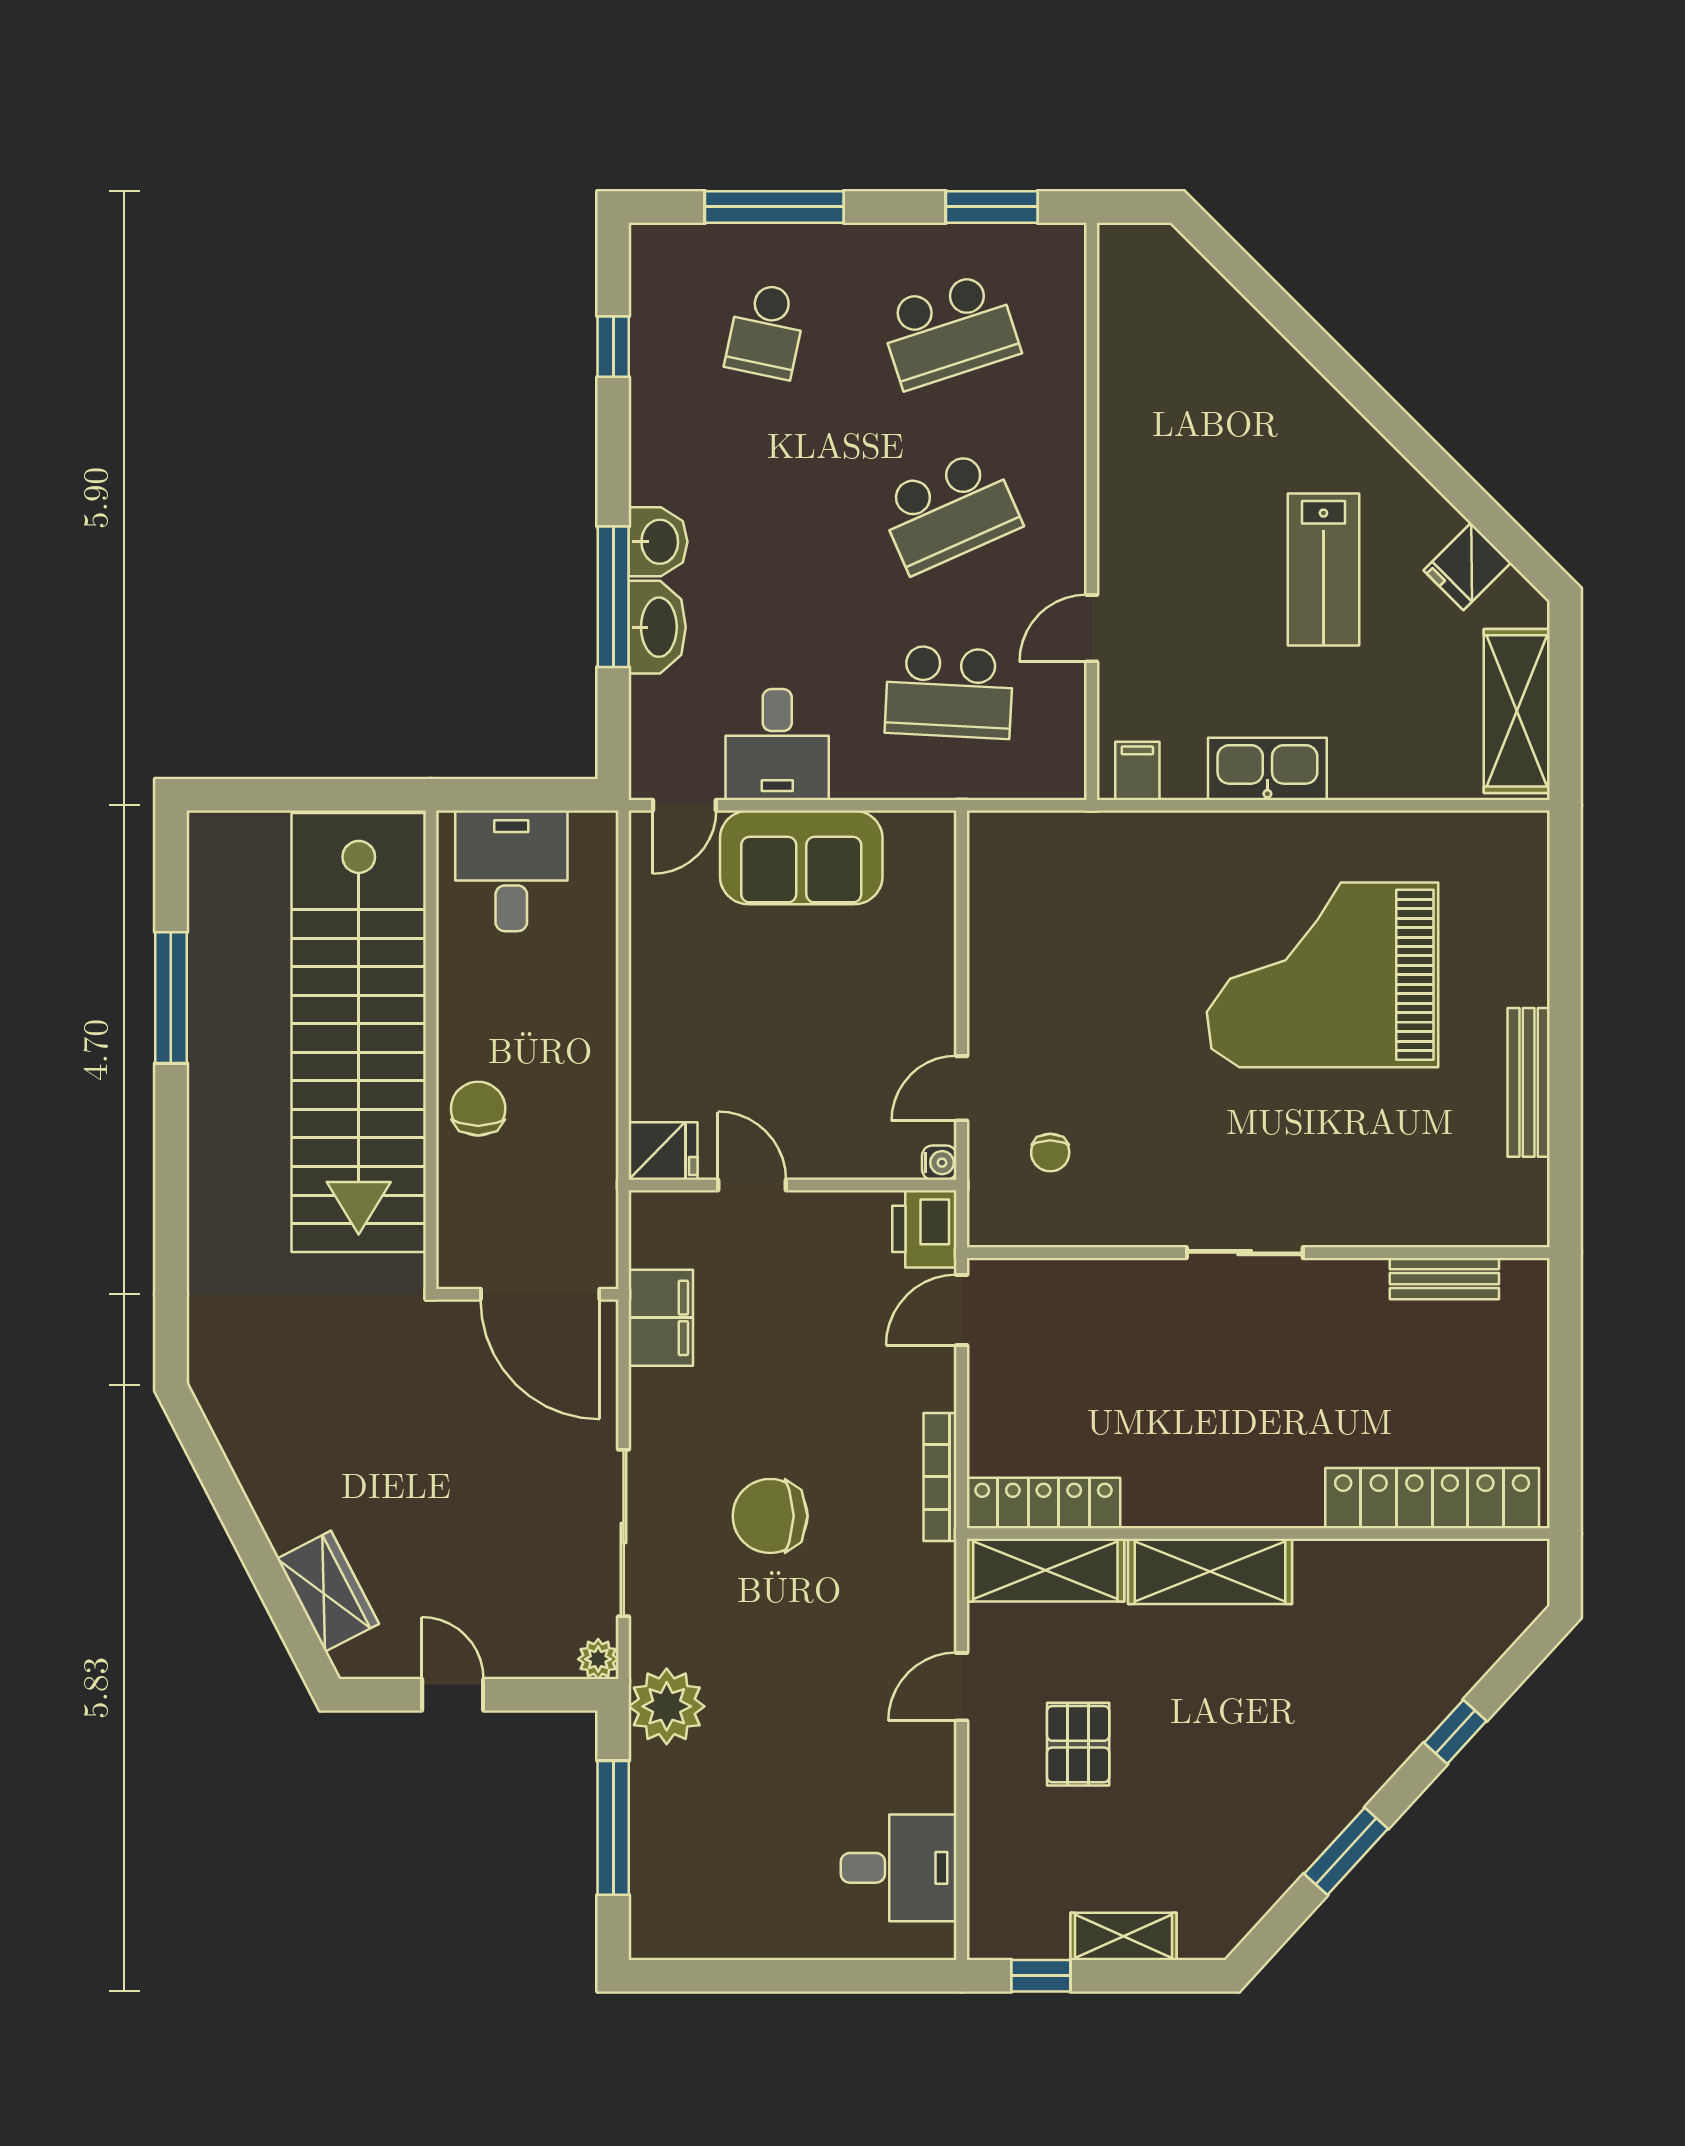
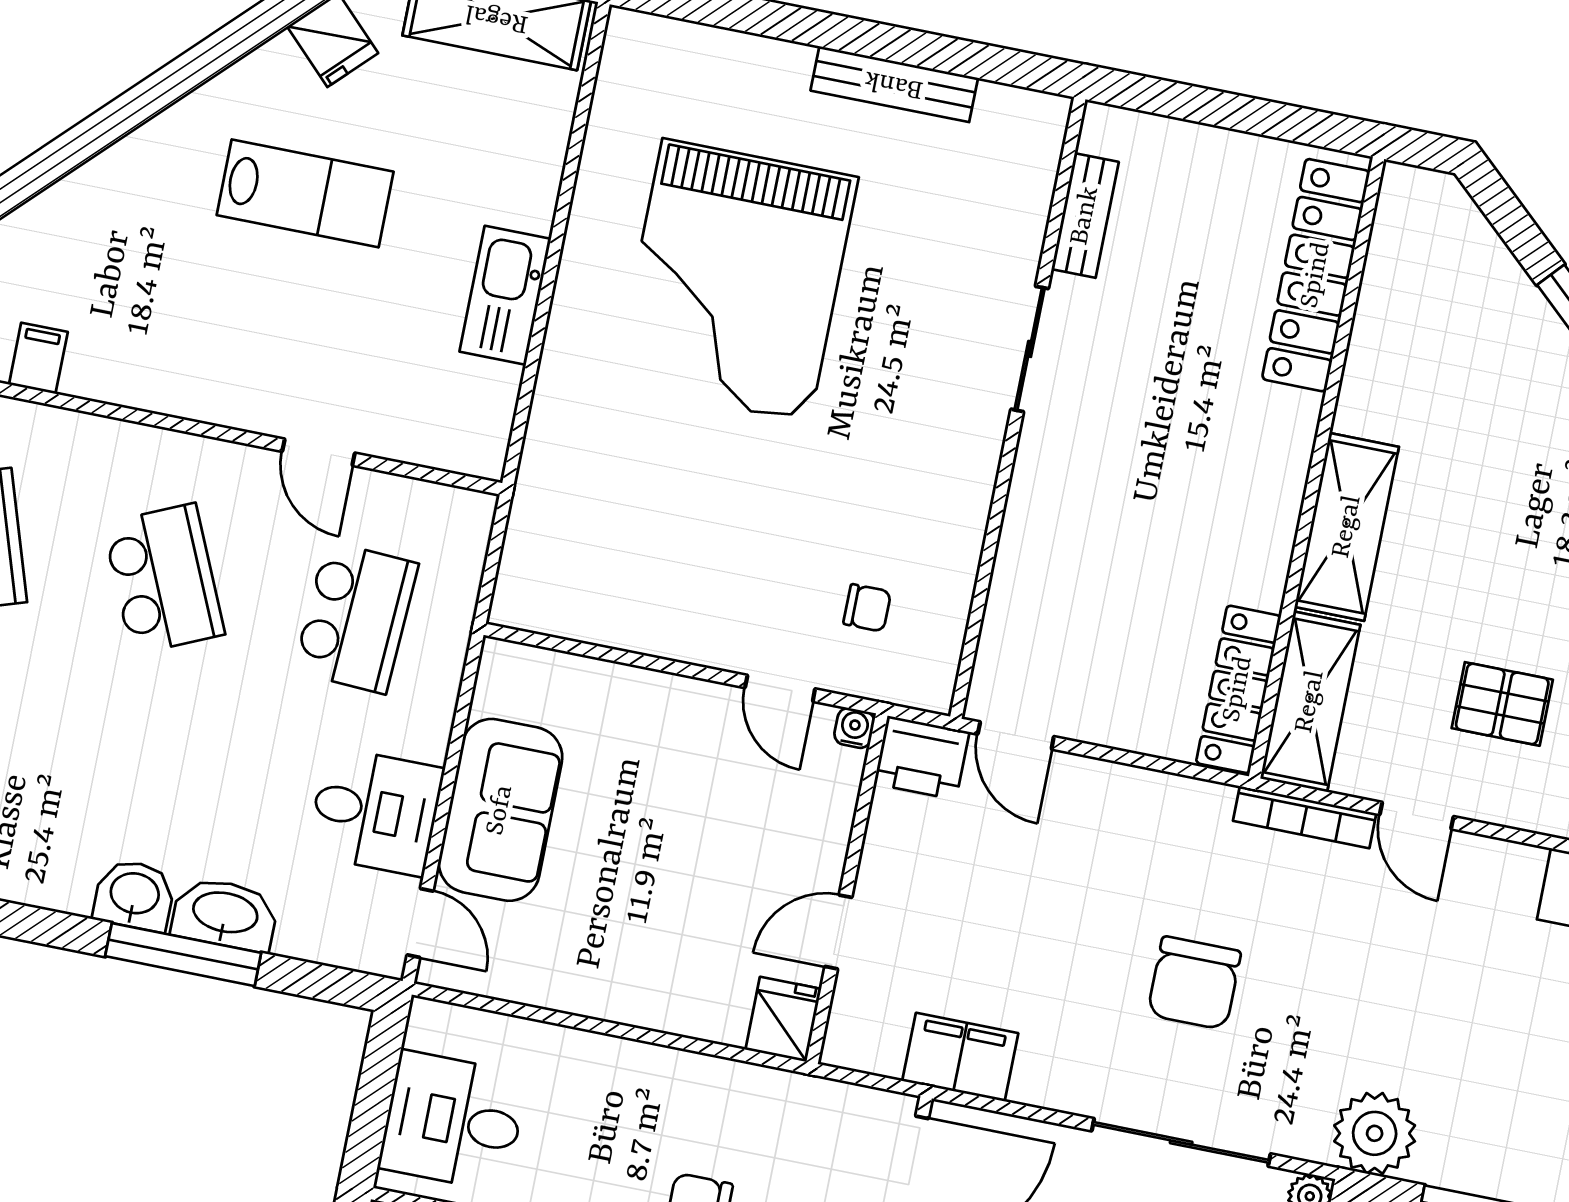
filing cabinet: (1137, 771) -> (38, 358), moved, turned 90
sliding door: (1245, 1253) -> (1030, 349), moved
bookcase: (940, 1477) -> (1305, 817), moved

